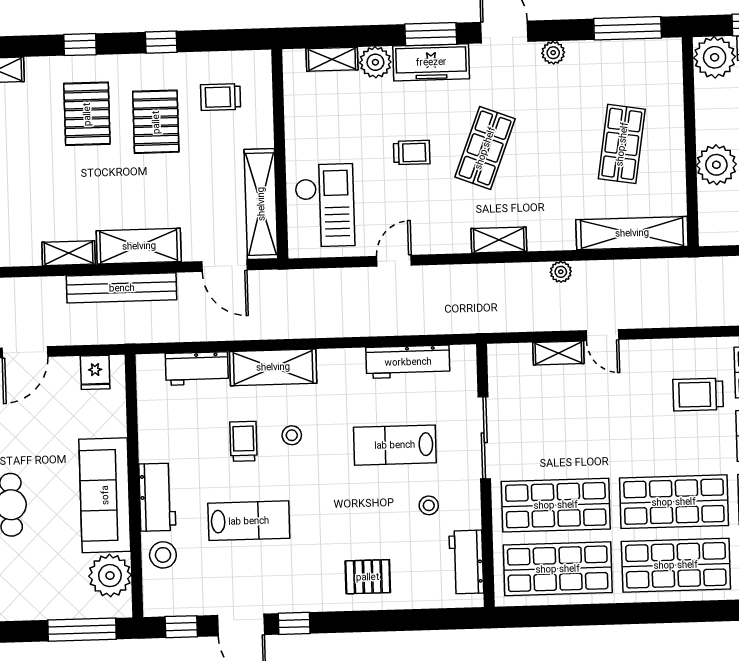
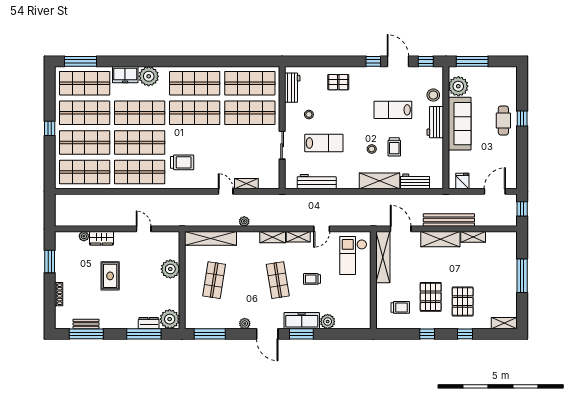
shelving: (332, 59) -> (298, 237), moved
shop shelf: (485, 148) -> (278, 280), turned -30
sliding door: (484, 438) -> (282, 145), width x0.73

